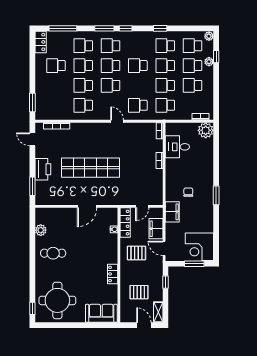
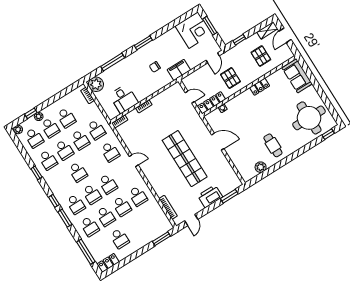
door: (117, 121) -> (134, 161), swing flipped
window: (216, 157) -> (113, 62), added
filing cabinet: (156, 229) -> (201, 75), removed

